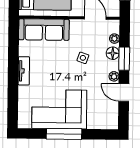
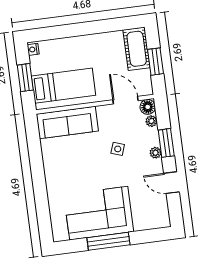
floor lamp: (113, 53) -> (148, 107), moved
tv unit: (24, 71) -> (51, 174), removed
plant: (114, 76) -> (156, 153), moved

